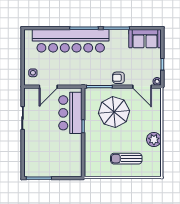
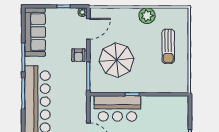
sofa: (145, 39) -> (35, 32), width x1.36

